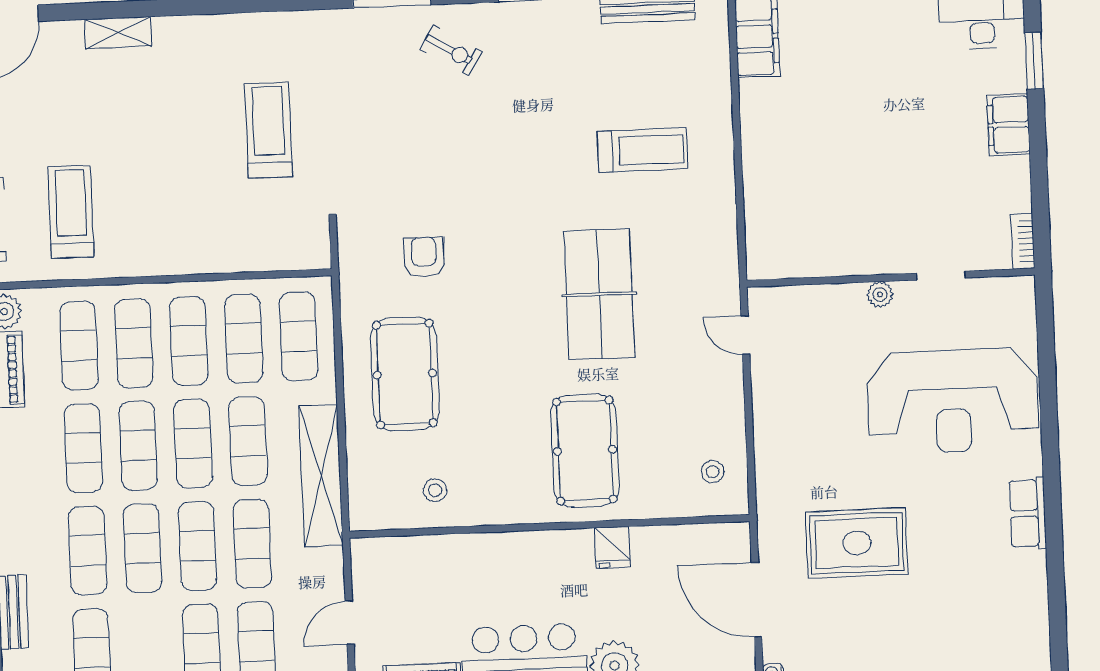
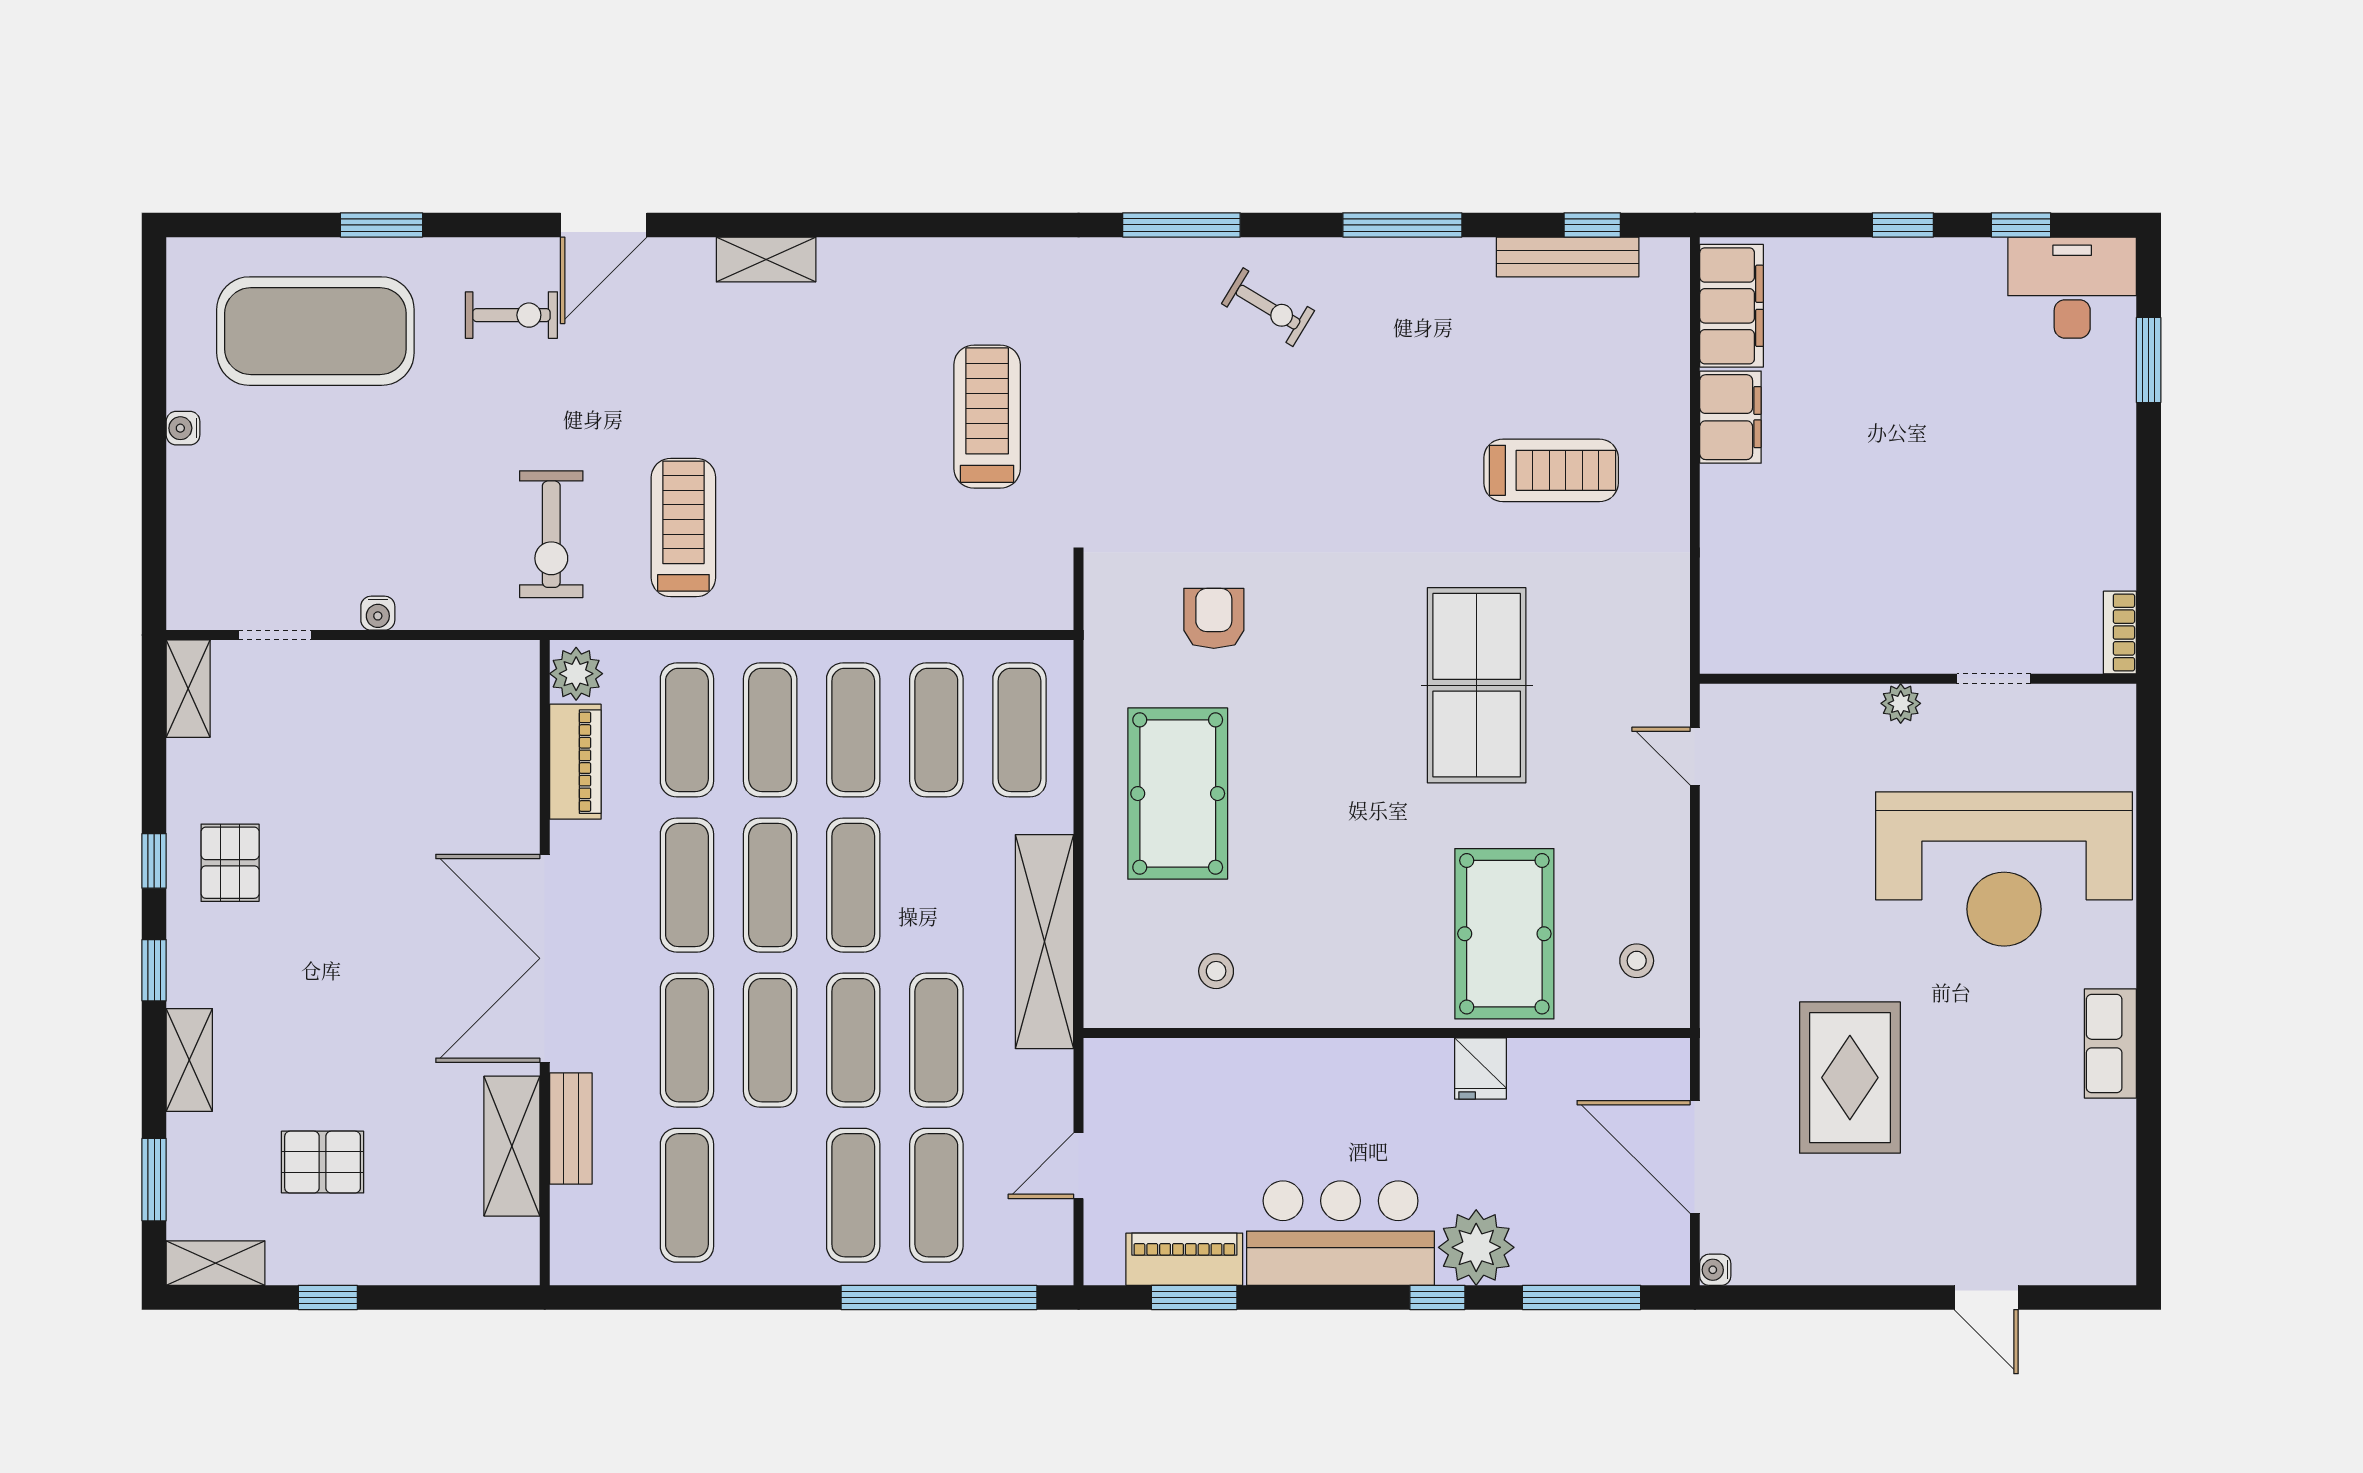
filing cabinet: (1008, 125) -> (1730, 417), moved, turned 180
exercise mat: (248, 441) -> (936, 885), removed
pool table: (585, 450) -> (1504, 934), moved
rug: (857, 543) -> (1850, 1078), turned 90

